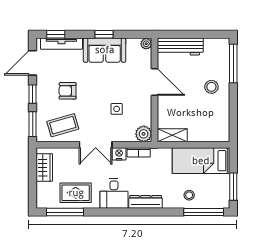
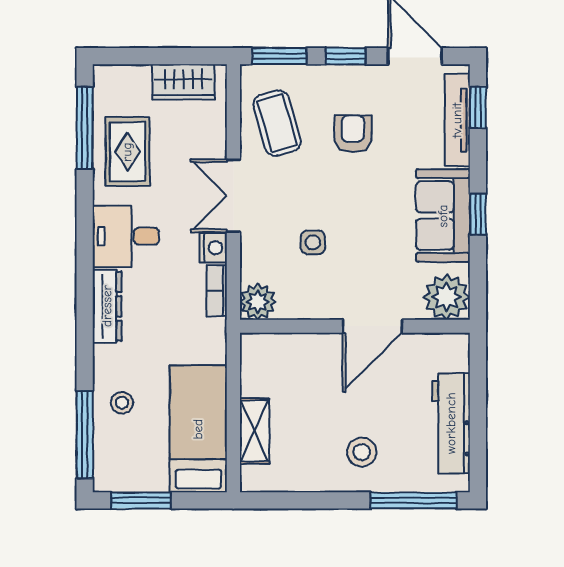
plant: (146, 44) -> (447, 297), width x1.87, depth x1.87
workbench: (180, 47) -> (451, 423), moved
shelving: (172, 135) -> (255, 431), moved

